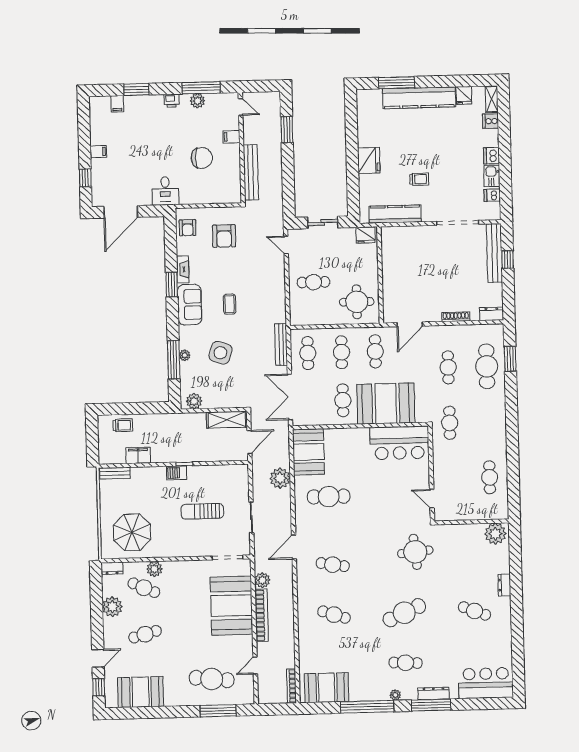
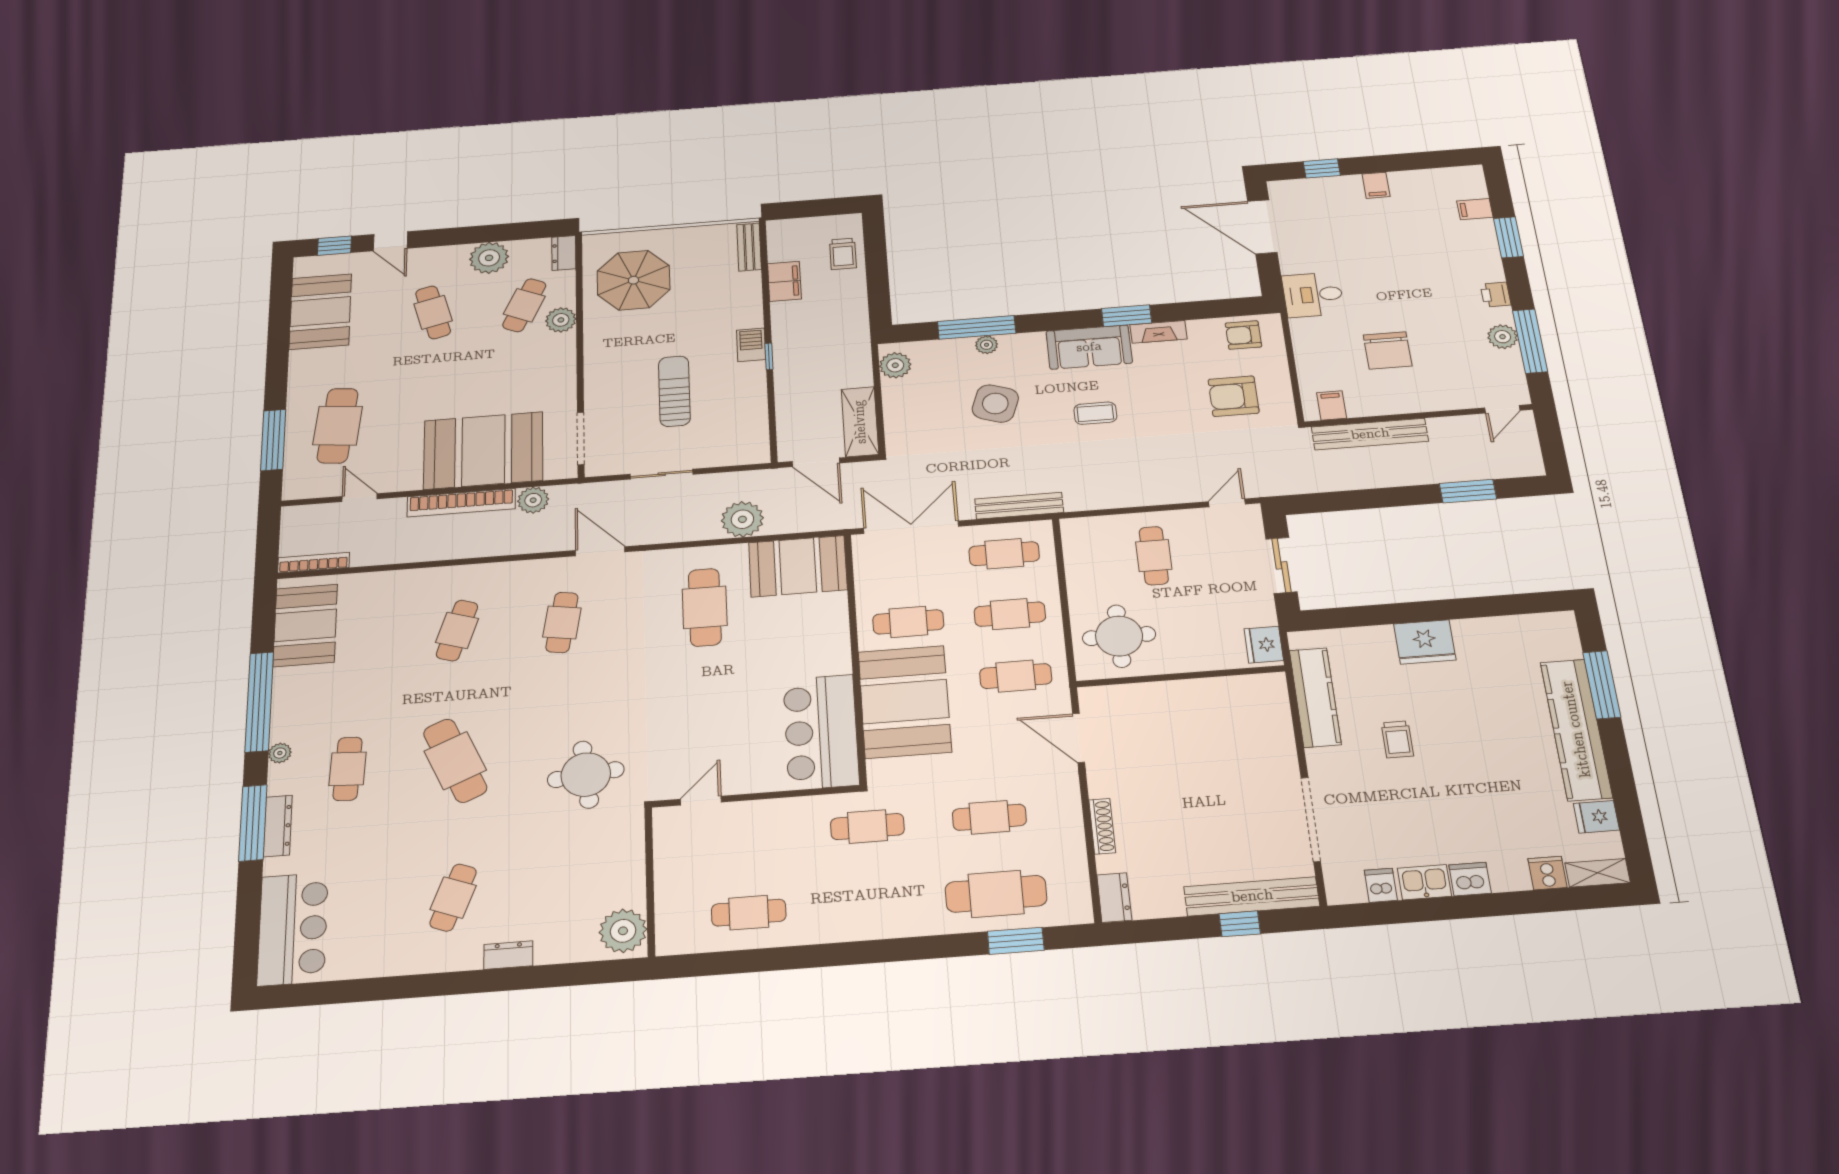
filing cabinet: (231, 137) -> (1332, 405), moved

